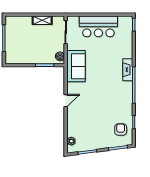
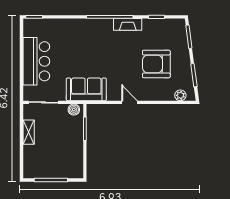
fireplace: (128, 70) -> (128, 24), moved
armchair: (121, 129) -> (156, 64), moved, width x1.88, depth x1.88

